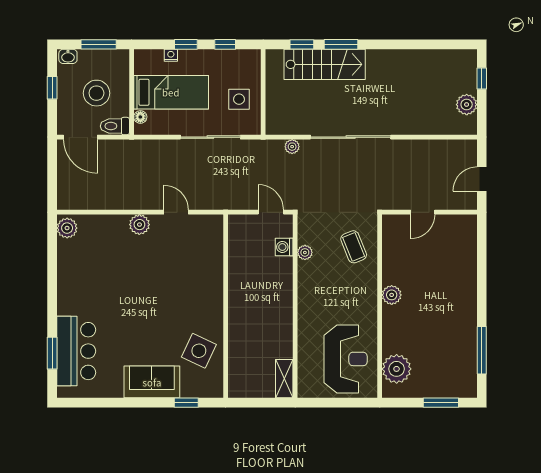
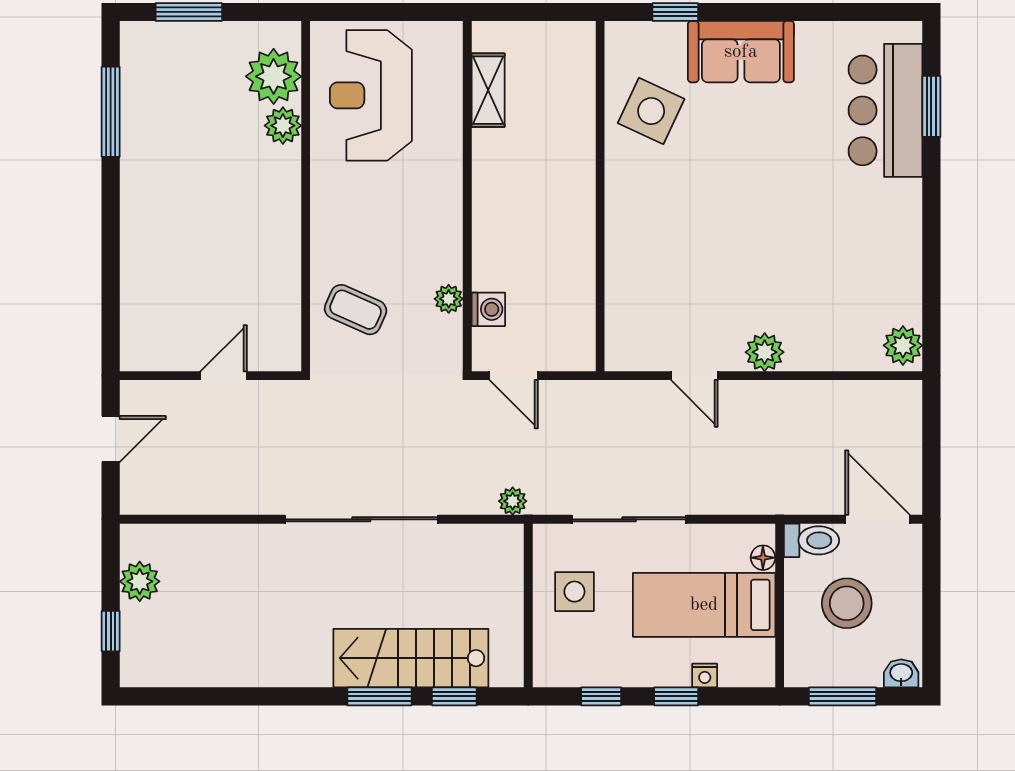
window: (52, 88) -> (931, 613), removed
plant: (292, 147) -> (513, 501), moved
coffee table: (354, 247) -> (356, 310), turned -44
plant: (392, 295) -> (283, 126), moved
shelving: (284, 379) -> (488, 90), moved

